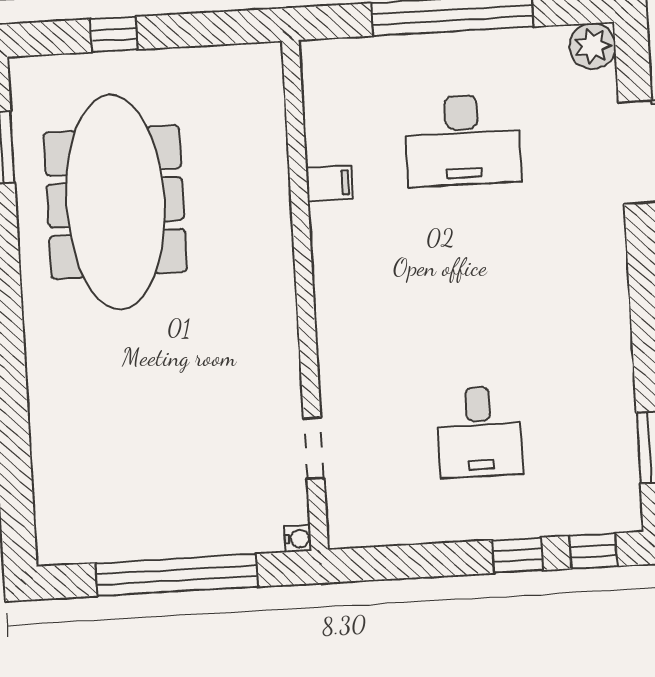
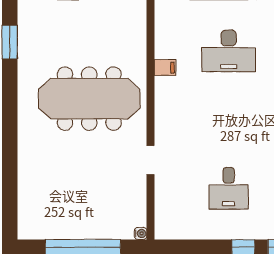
meeting table: (115, 202) -> (89, 99), moved, turned 90
doorway: (314, 448) -> (151, 160), moved

